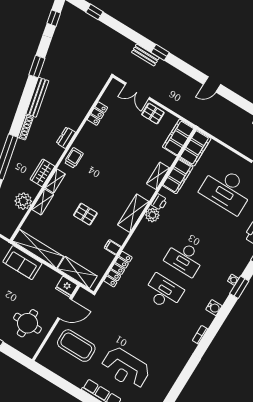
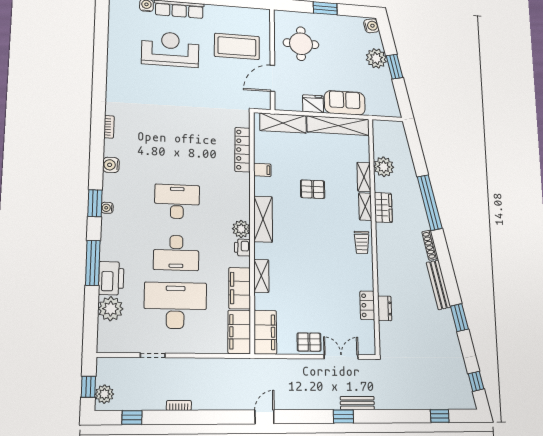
dresser: (66, 138) -> (385, 308), moved
fridge: (66, 287) -> (313, 104), moved
desk: (164, 292) -> (176, 253), moved

